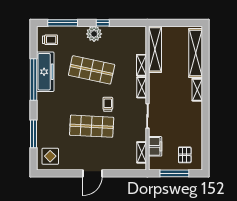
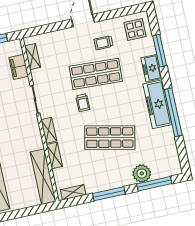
window: (103, 23) -> (109, 194), width x2.17
shelving: (132, 31) -> (73, 192), added
plant: (94, 34) -> (142, 173), moved
trolley: (50, 40) -> (104, 43), moved
freezer: (45, 72) -> (157, 104), moved
freezer: (44, 121) -> (151, 68), added

